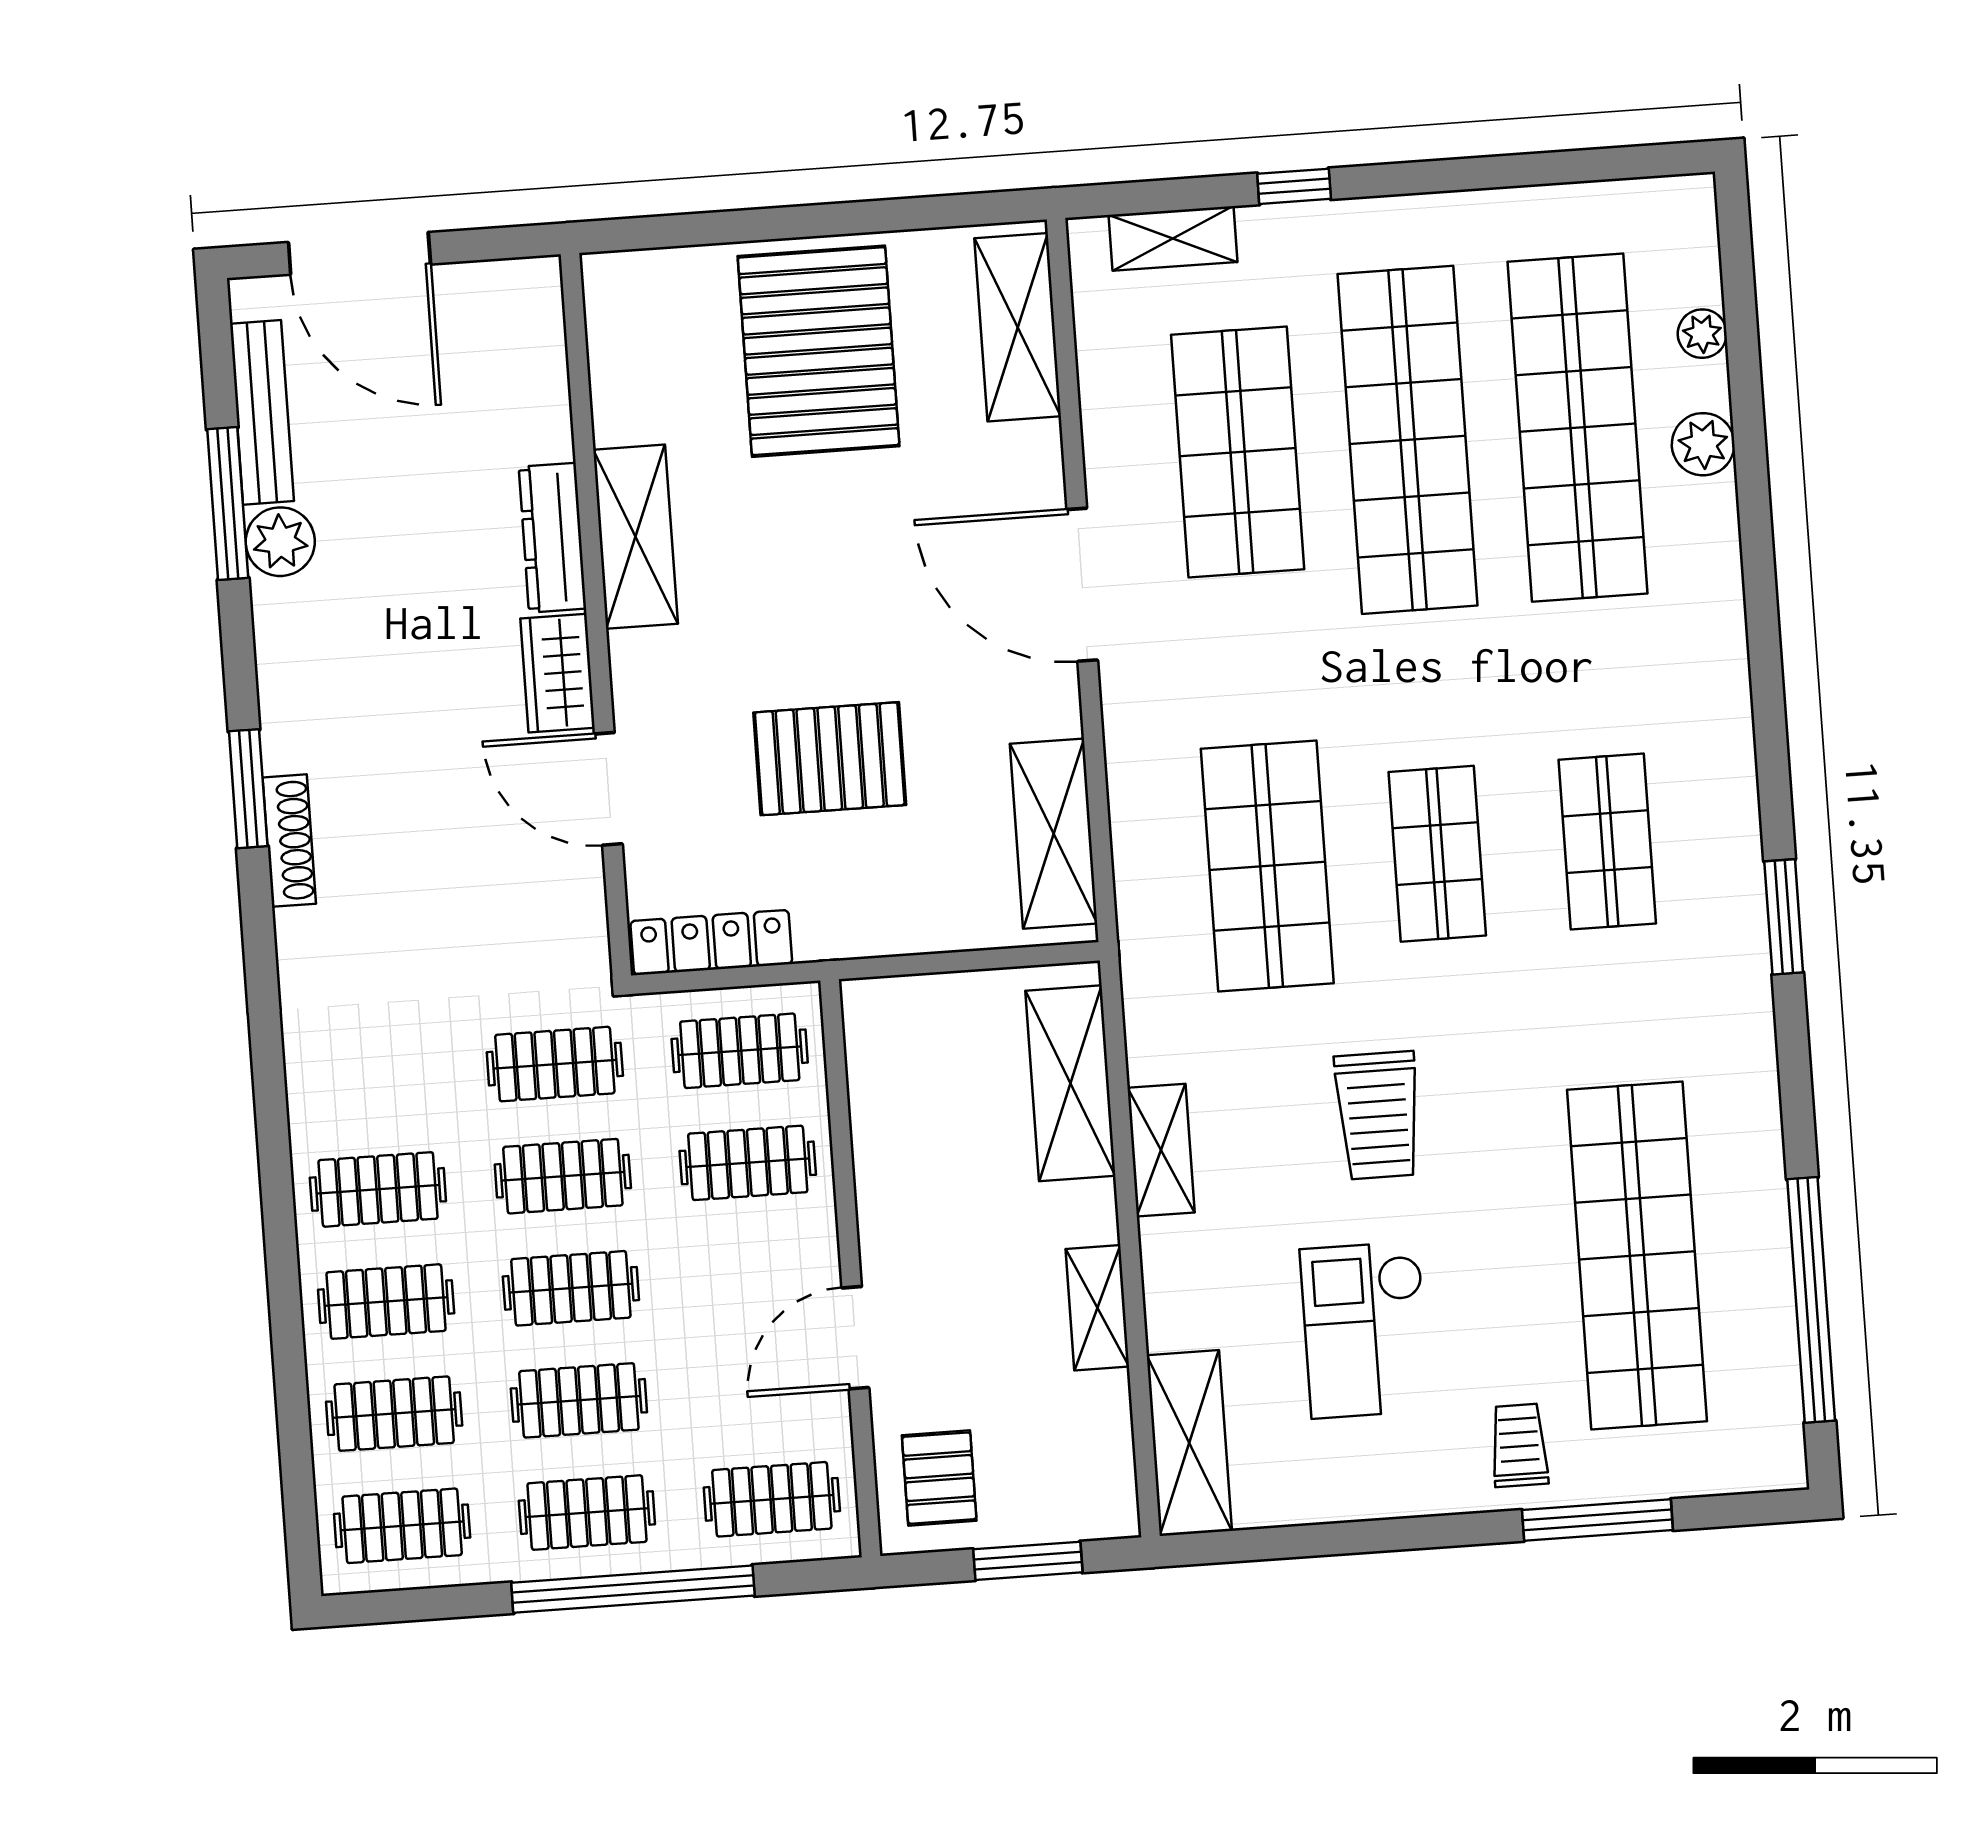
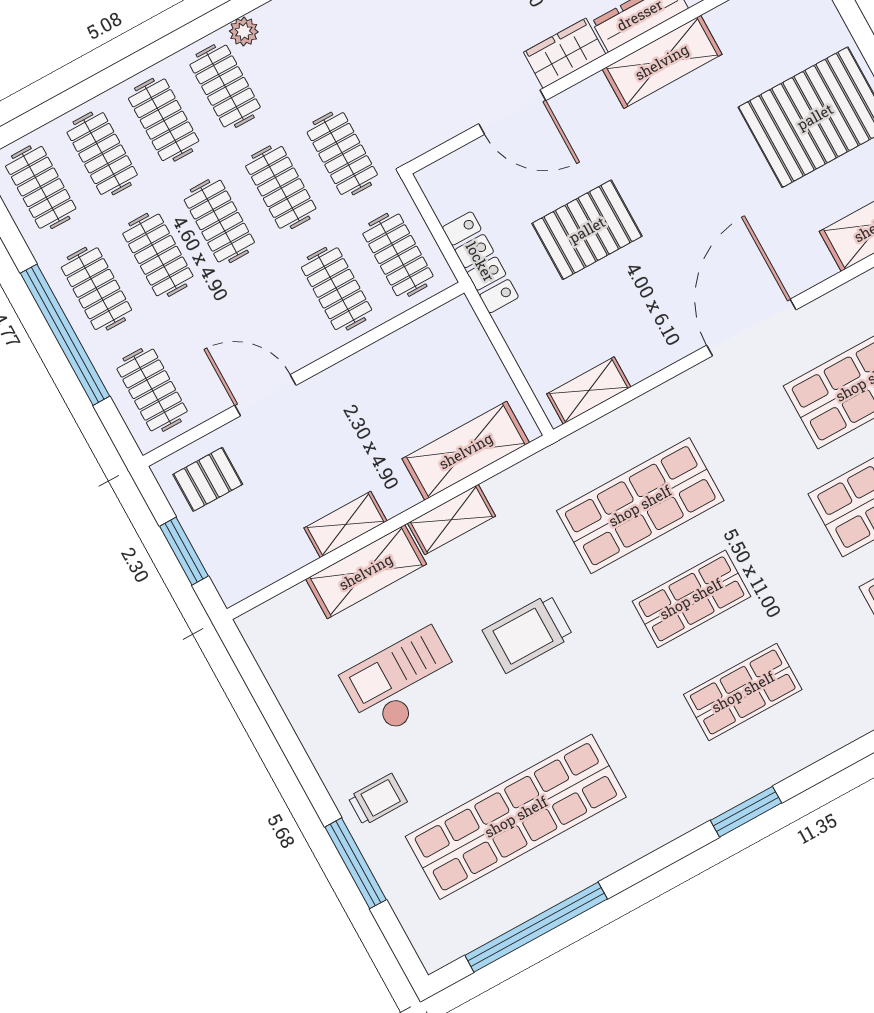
pallet: (830, 759) -> (587, 230), turned 90
door: (608, 789) -> (512, 112), swing flipped
shelving: (1054, 834) -> (589, 391), width x0.67, depth x0.75
locker: (711, 943) -> (480, 262), moved
plant: (311, 1126) -> (244, 31), added
shelving: (1189, 1443) -> (366, 572), moved

